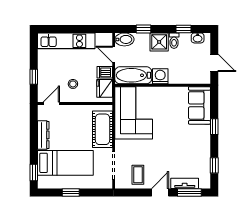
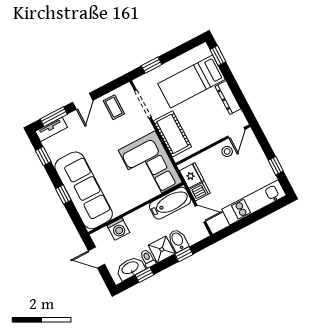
washbasin: (198, 38) -> (130, 268), width x1.91, depth x1.45
bidet: (124, 39) -> (178, 240), moved, turned 90
washing machine: (160, 76) -> (118, 229), moved
window: (34, 77) -> (276, 166), moved
stool: (73, 84) -> (227, 151), moved
sofa: (199, 105) -> (84, 190), width x1.85, depth x1.27
tv unit: (185, 183) -> (51, 129), moved
window: (71, 192) -> (152, 65), moved

